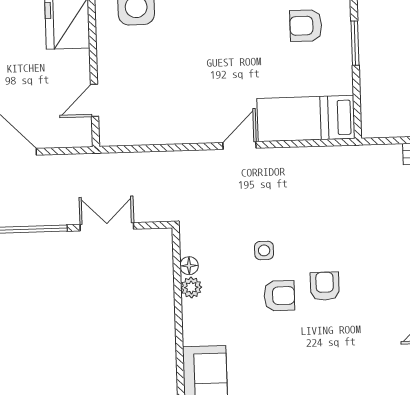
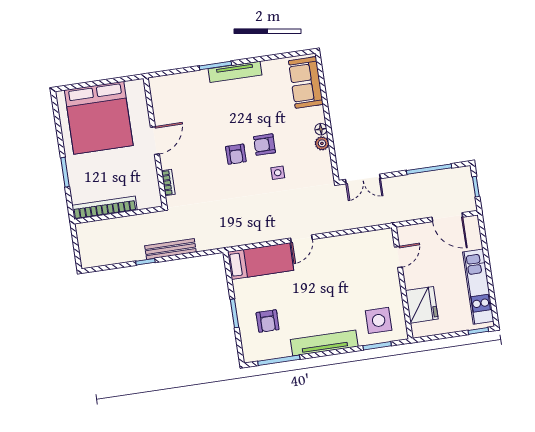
armchair: (306, 26) -> (268, 321), turned 90
double door: (107, 227) -> (363, 179), moved
floor lamp: (189, 266) -> (321, 129), moved

